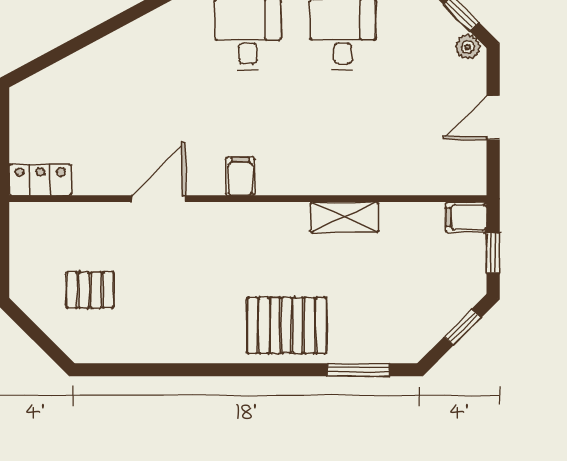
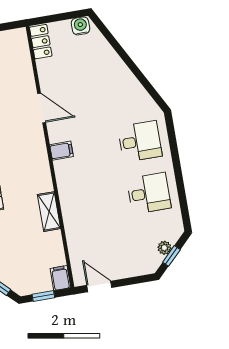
plant: (468, 47) -> (164, 248), moved
water cooler: (25, 104) -> (81, 26), added
door: (493, 118) -> (99, 286), moved

